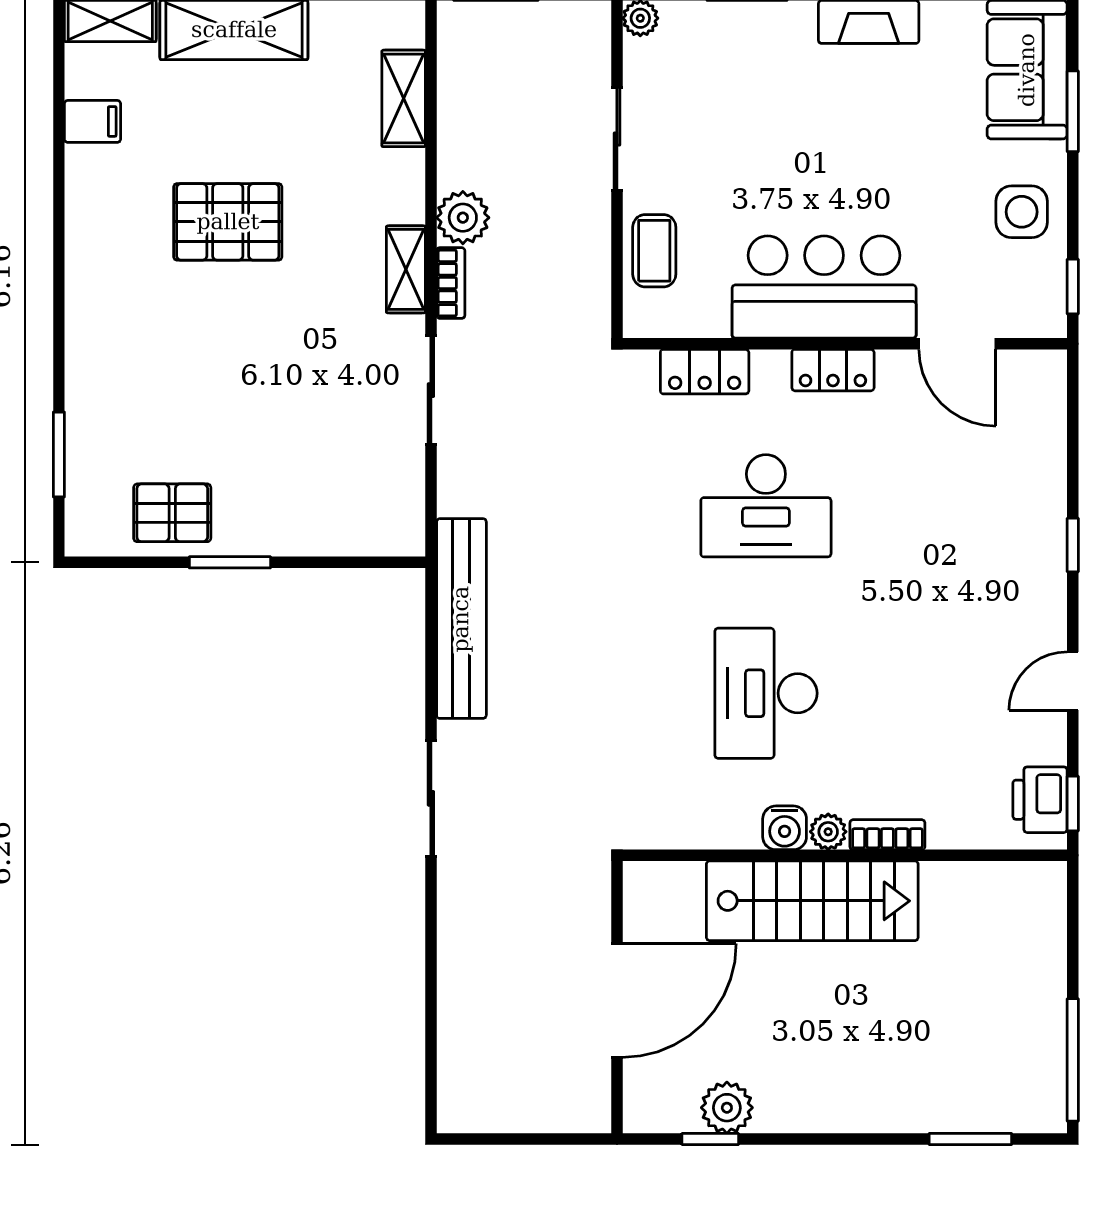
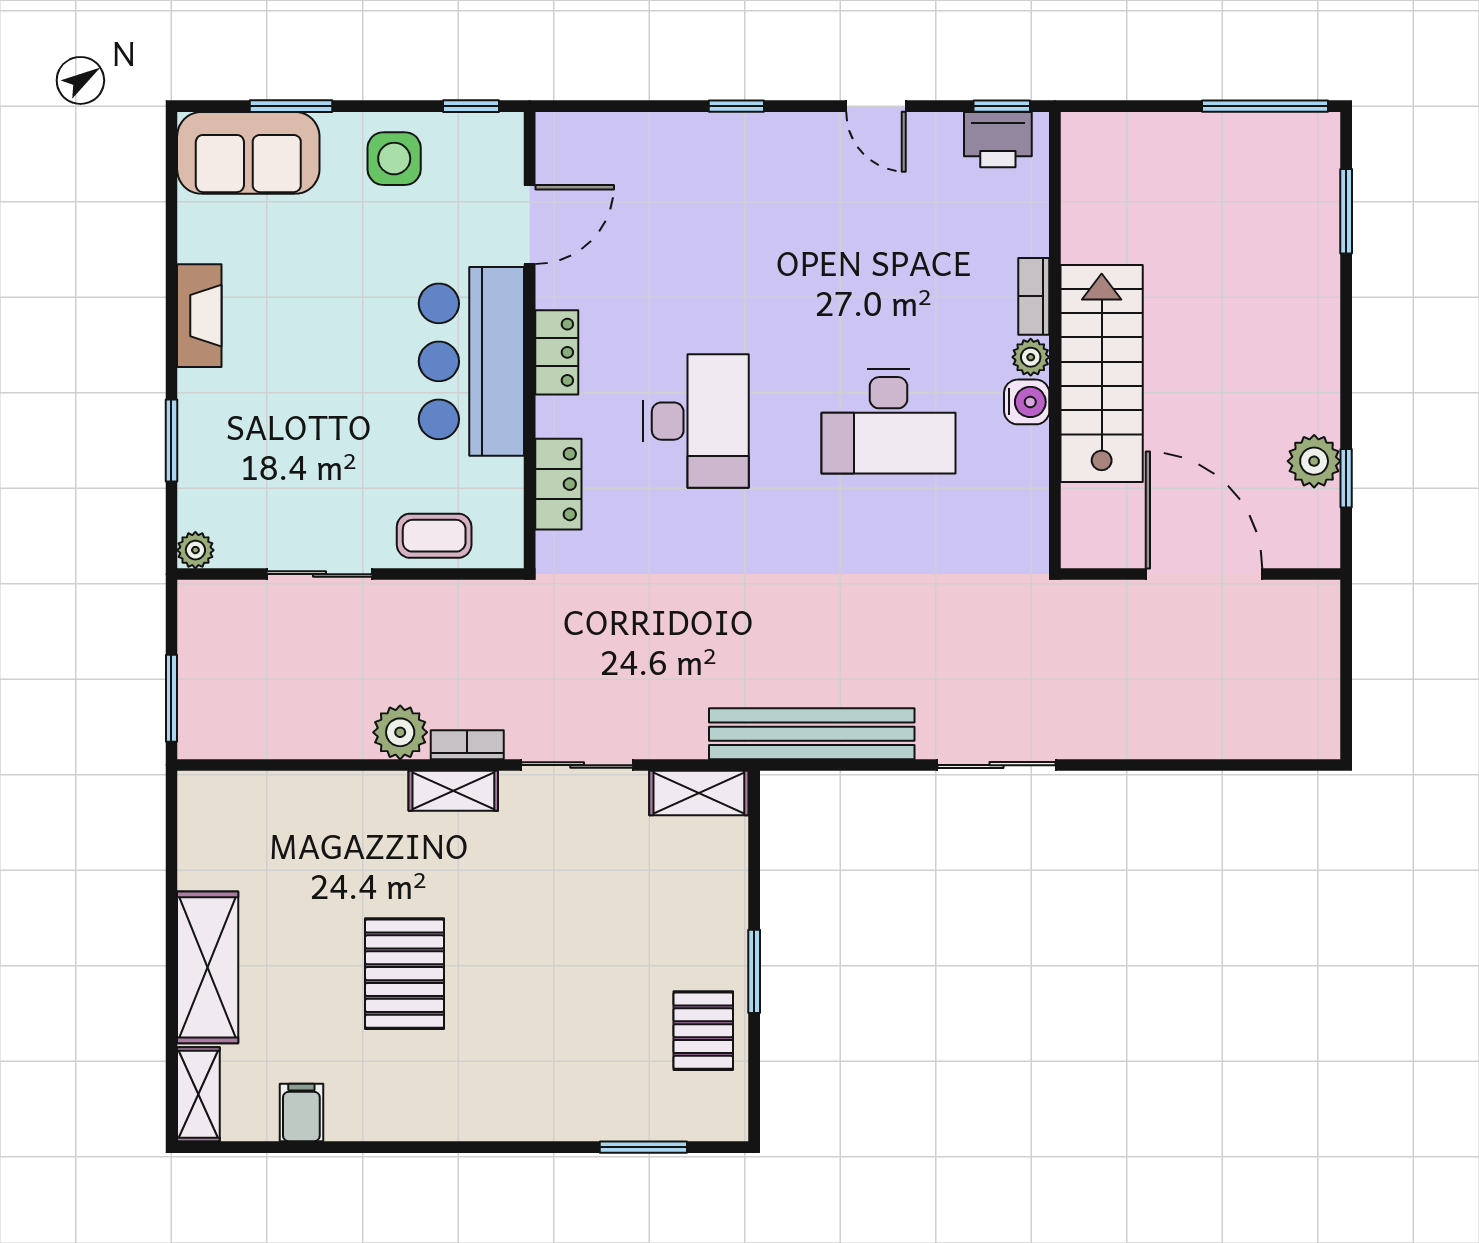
shelving: (404, 98) -> (699, 793), moved

